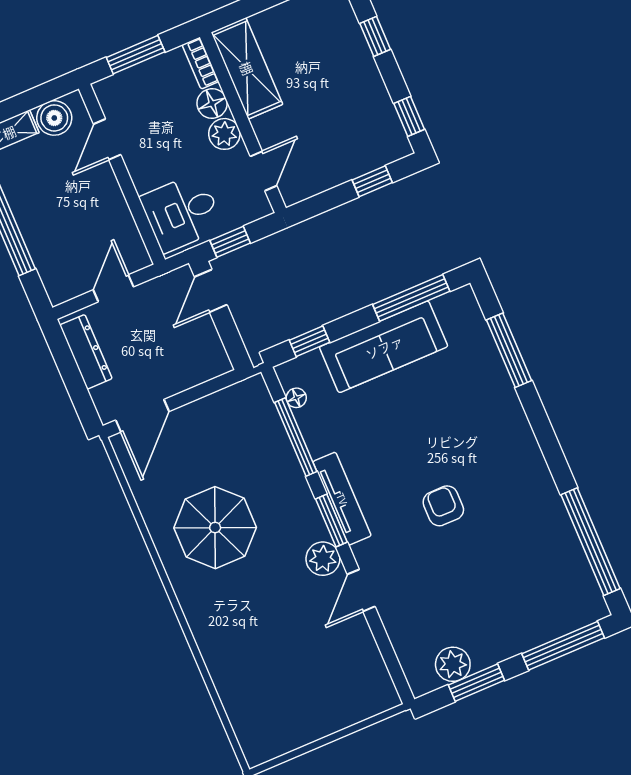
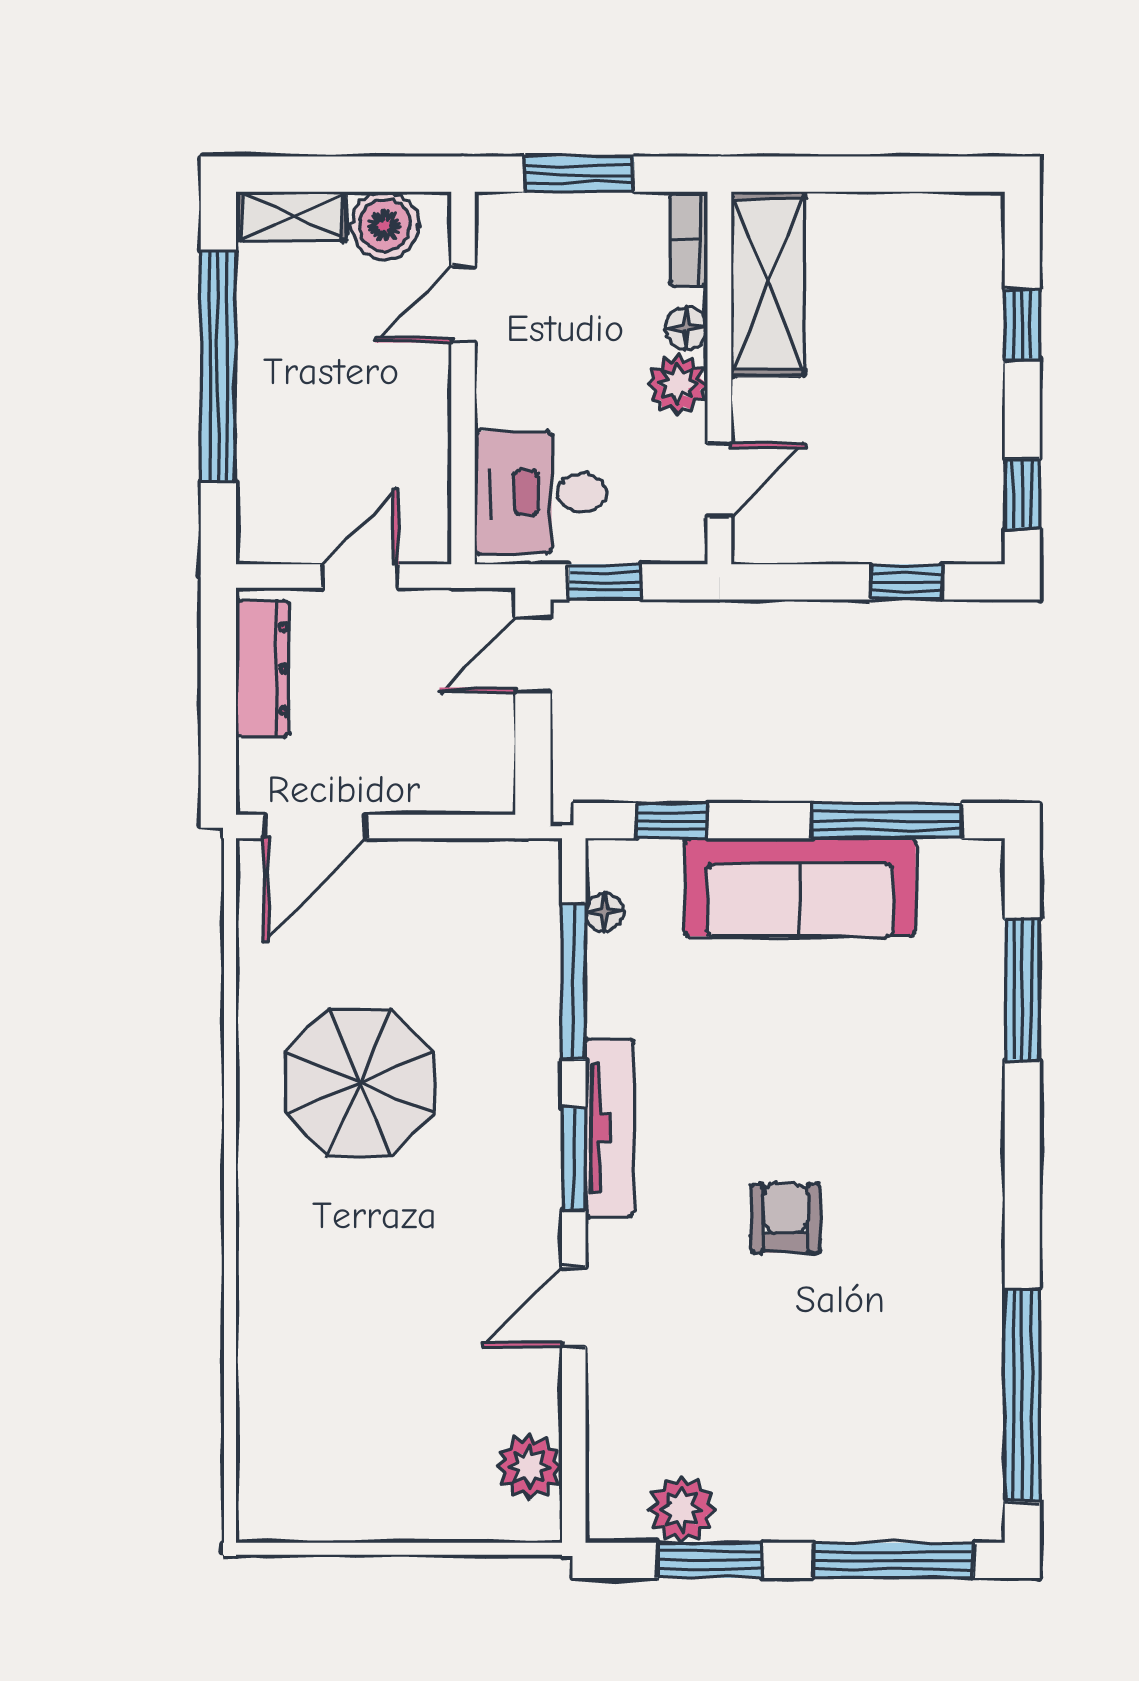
floor lamp: (212, 104) -> (687, 328), width x0.73, depth x0.73
plant: (323, 559) -> (529, 1467), moved

